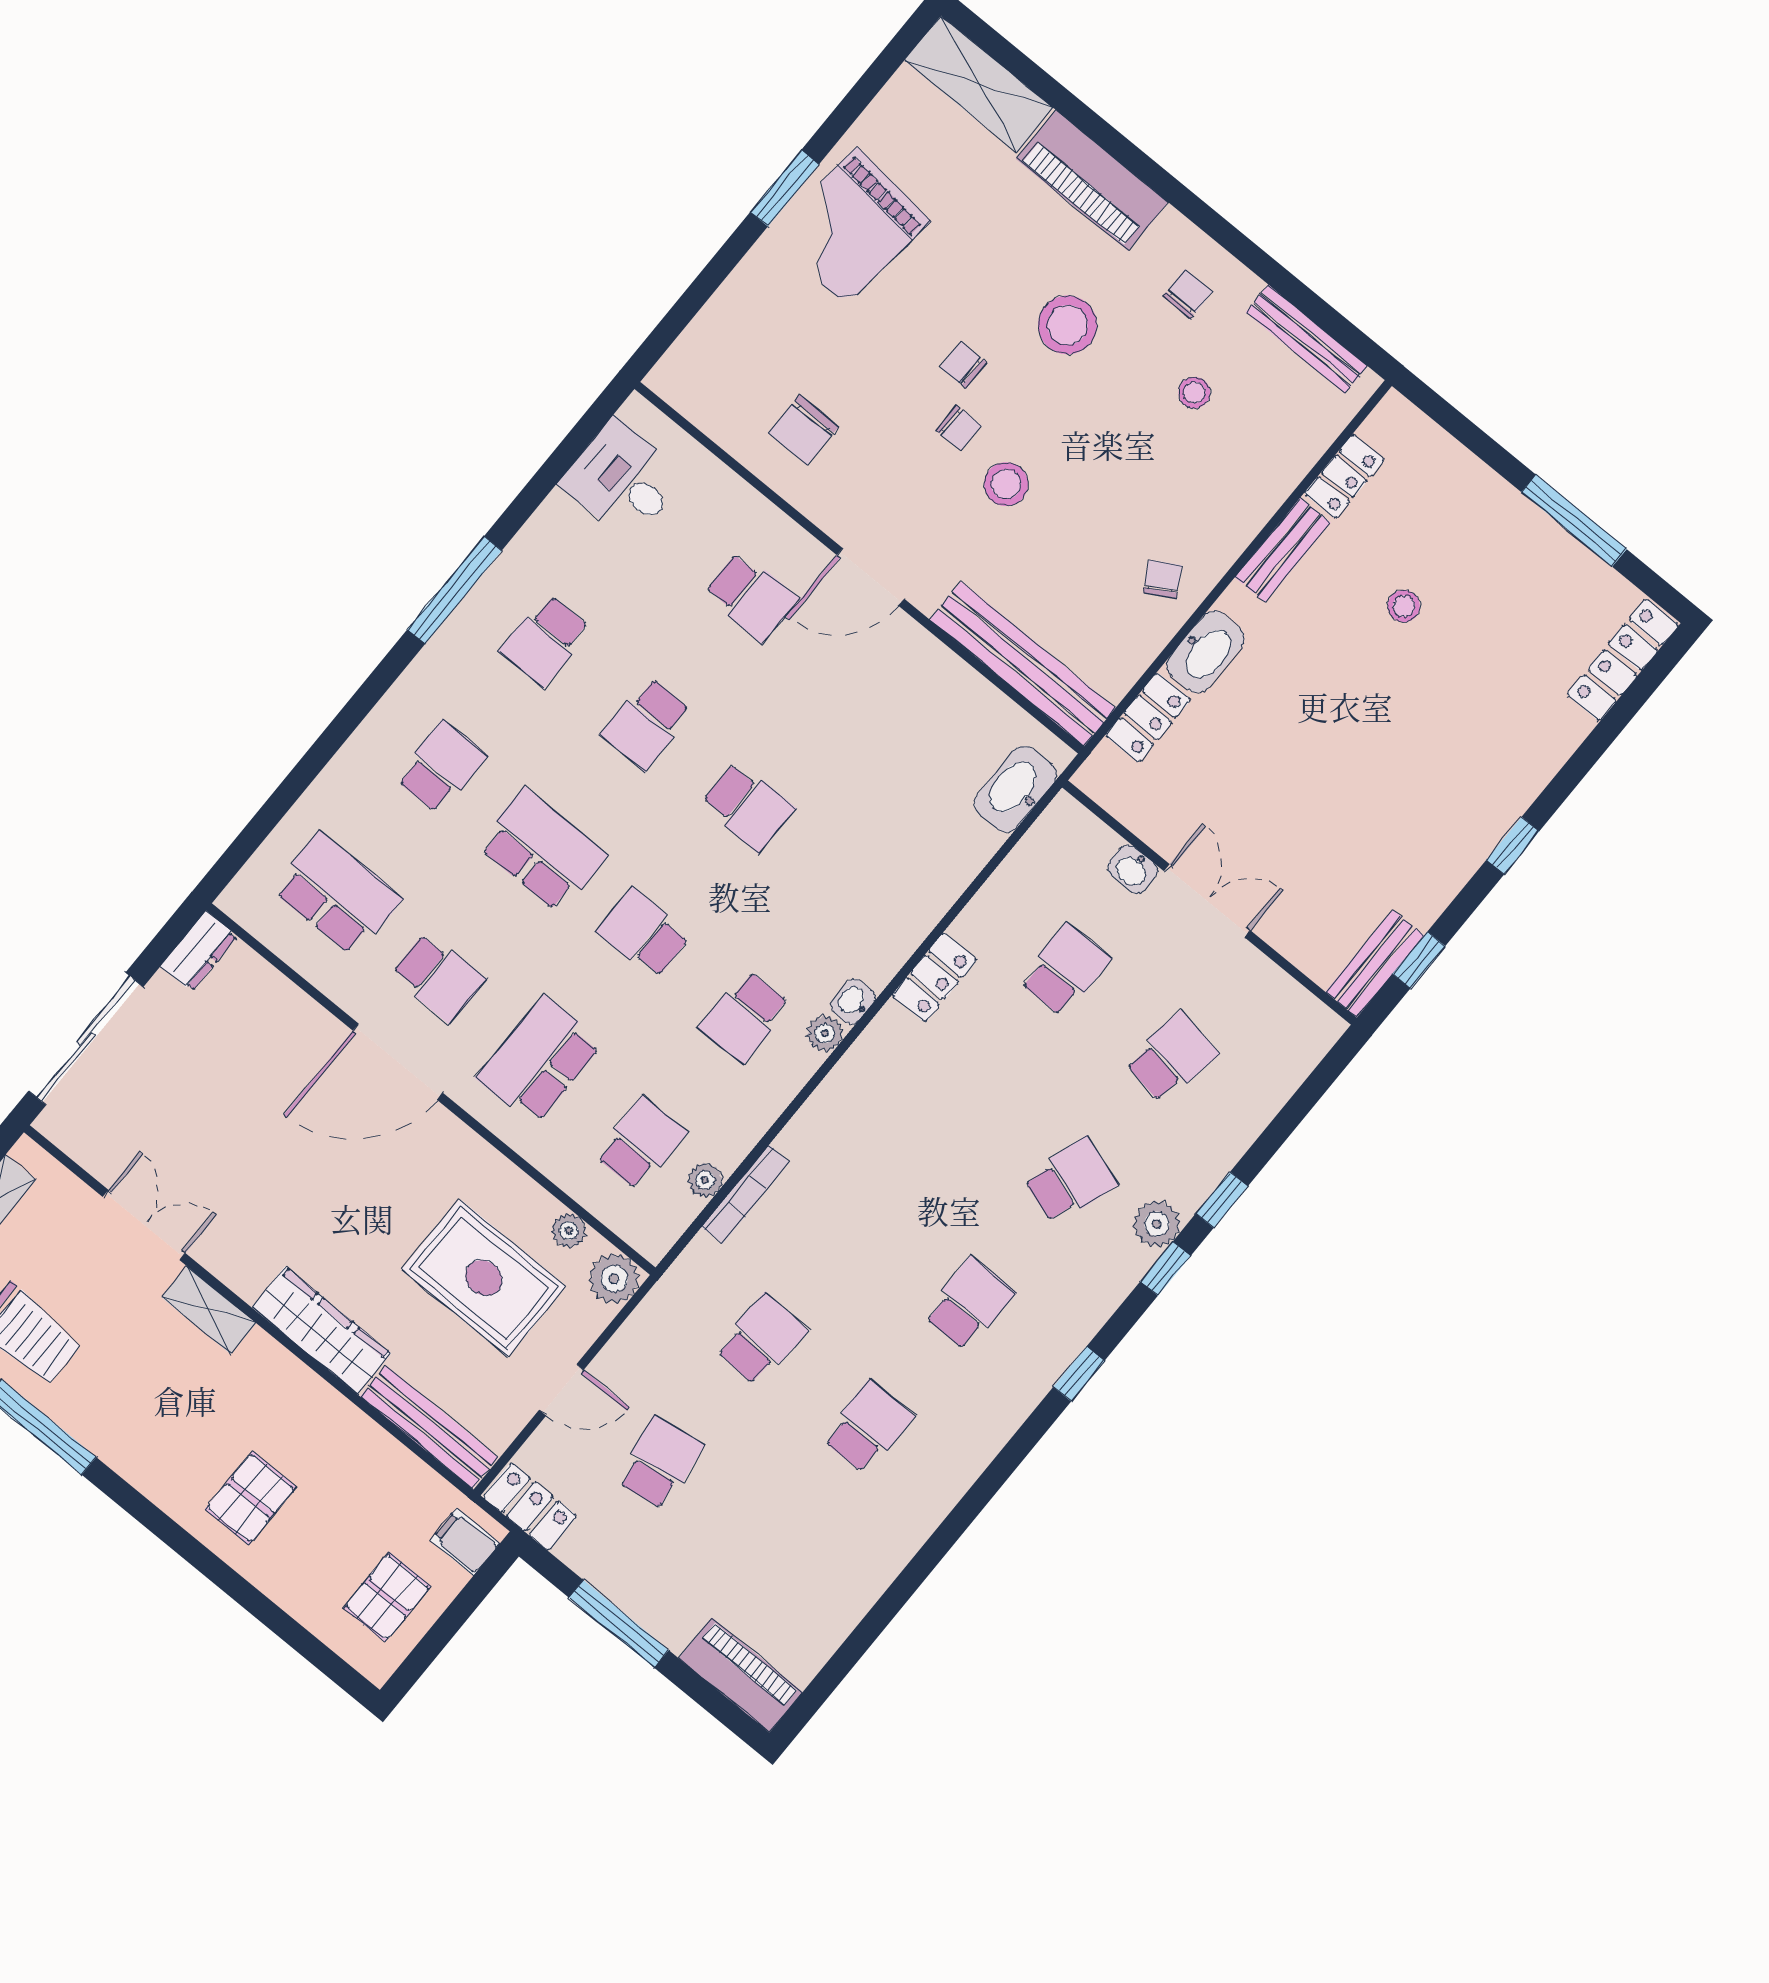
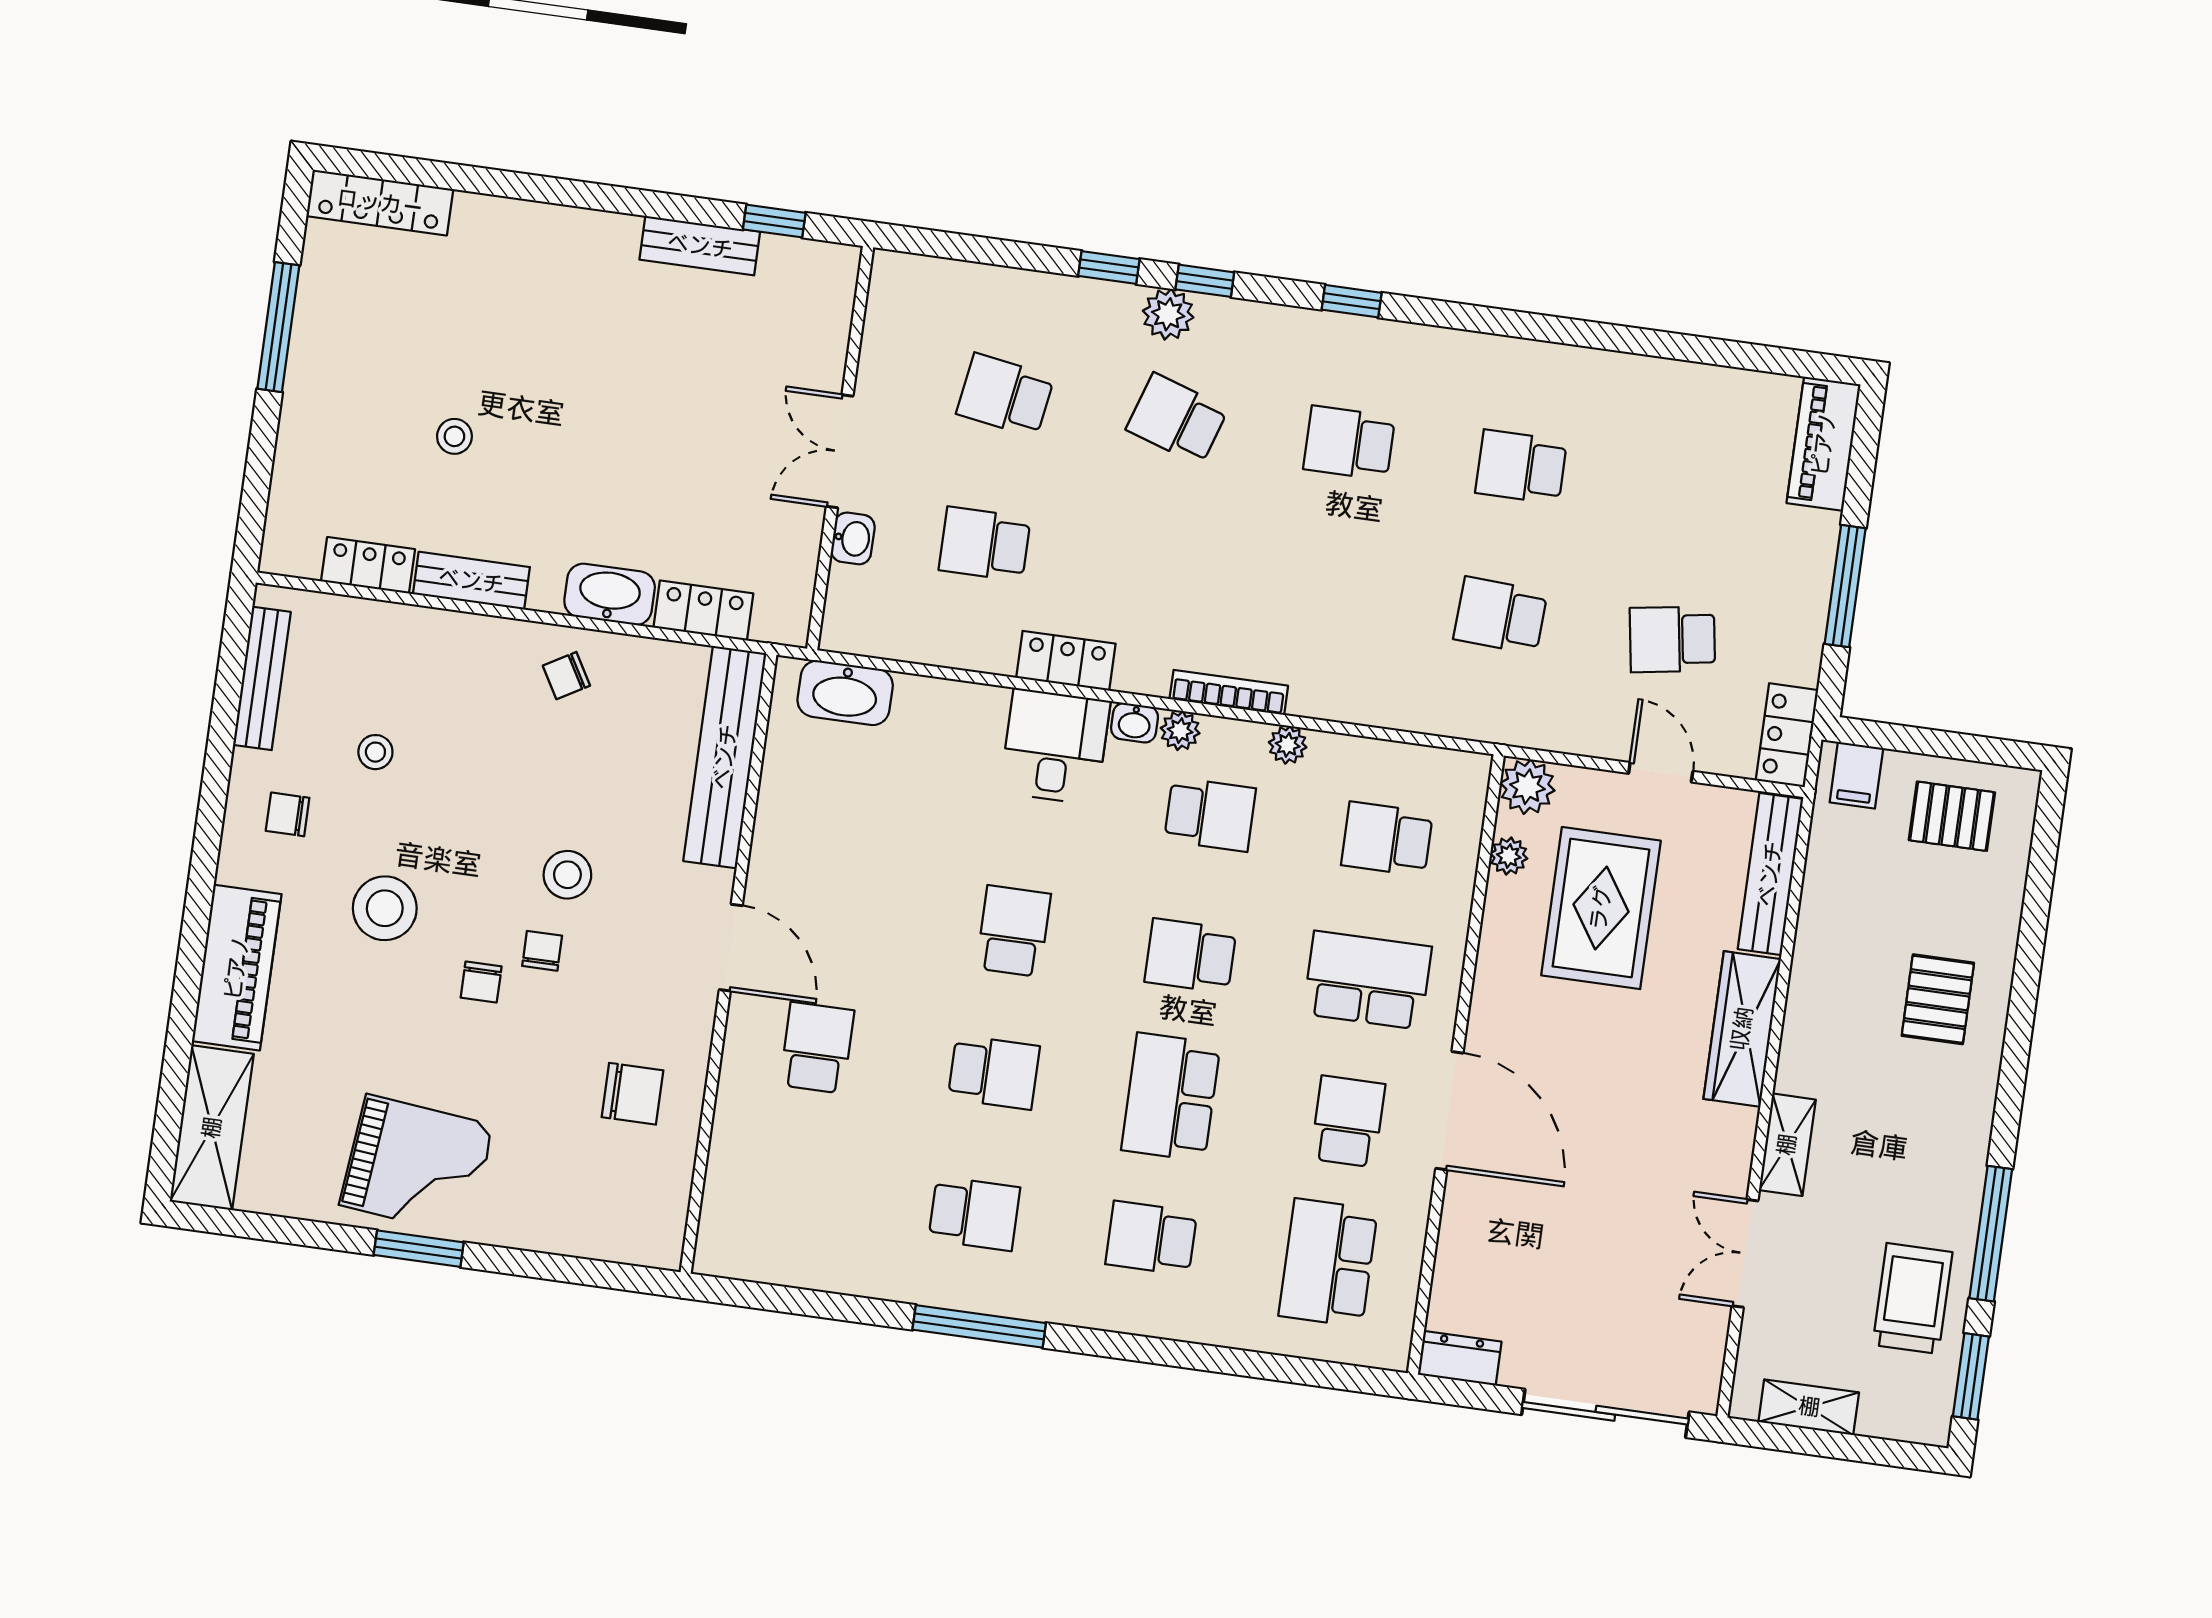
desk: (623, 480) -> (1055, 747), moved, turned 180
window: (1513, 846) -> (615, 199), removed
school desk: (644, 933) -> (1190, 956), turned 90
bench: (1375, 964) -> (700, 246), moved
school desk: (539, 1060) -> (1367, 980), turned 180
plant: (705, 1180) -> (1288, 745), moved
bookcase: (746, 1194) -> (1229, 692), moved
pallet: (251, 1498) -> (1938, 999), turned 90

